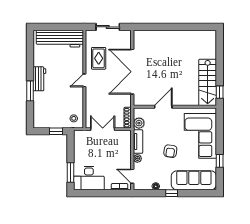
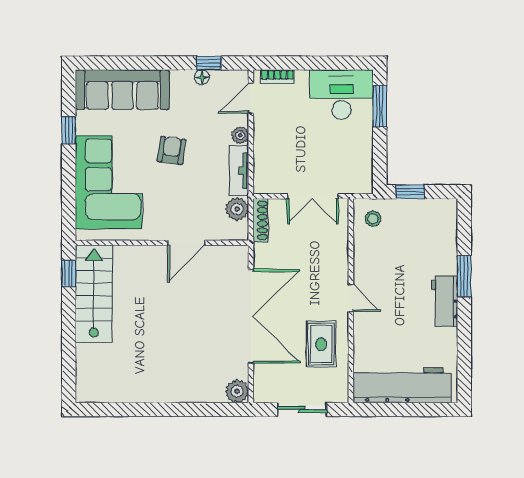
plant: (139, 36) -> (237, 391), added
door: (84, 80) -> (351, 298), hinge flipped
door: (132, 176) -> (251, 98), swing flipped
window: (172, 193) -> (209, 63), moved

